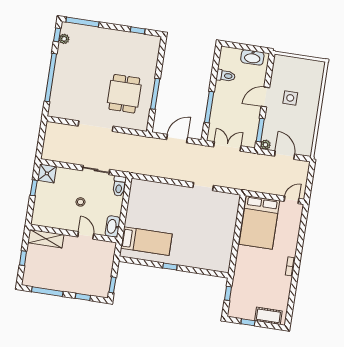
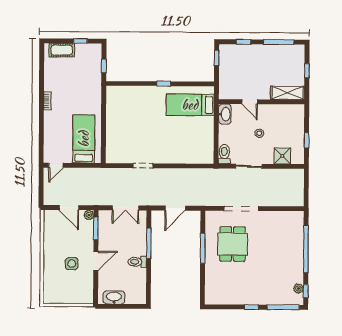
window: (138, 30) -> (251, 307), moved
toilet: (226, 76) -> (137, 262), moved
doorway: (96, 126) -> (241, 208), moved
shower: (47, 173) -> (282, 156), moved
bed: (259, 223) -> (84, 139), width x0.67

